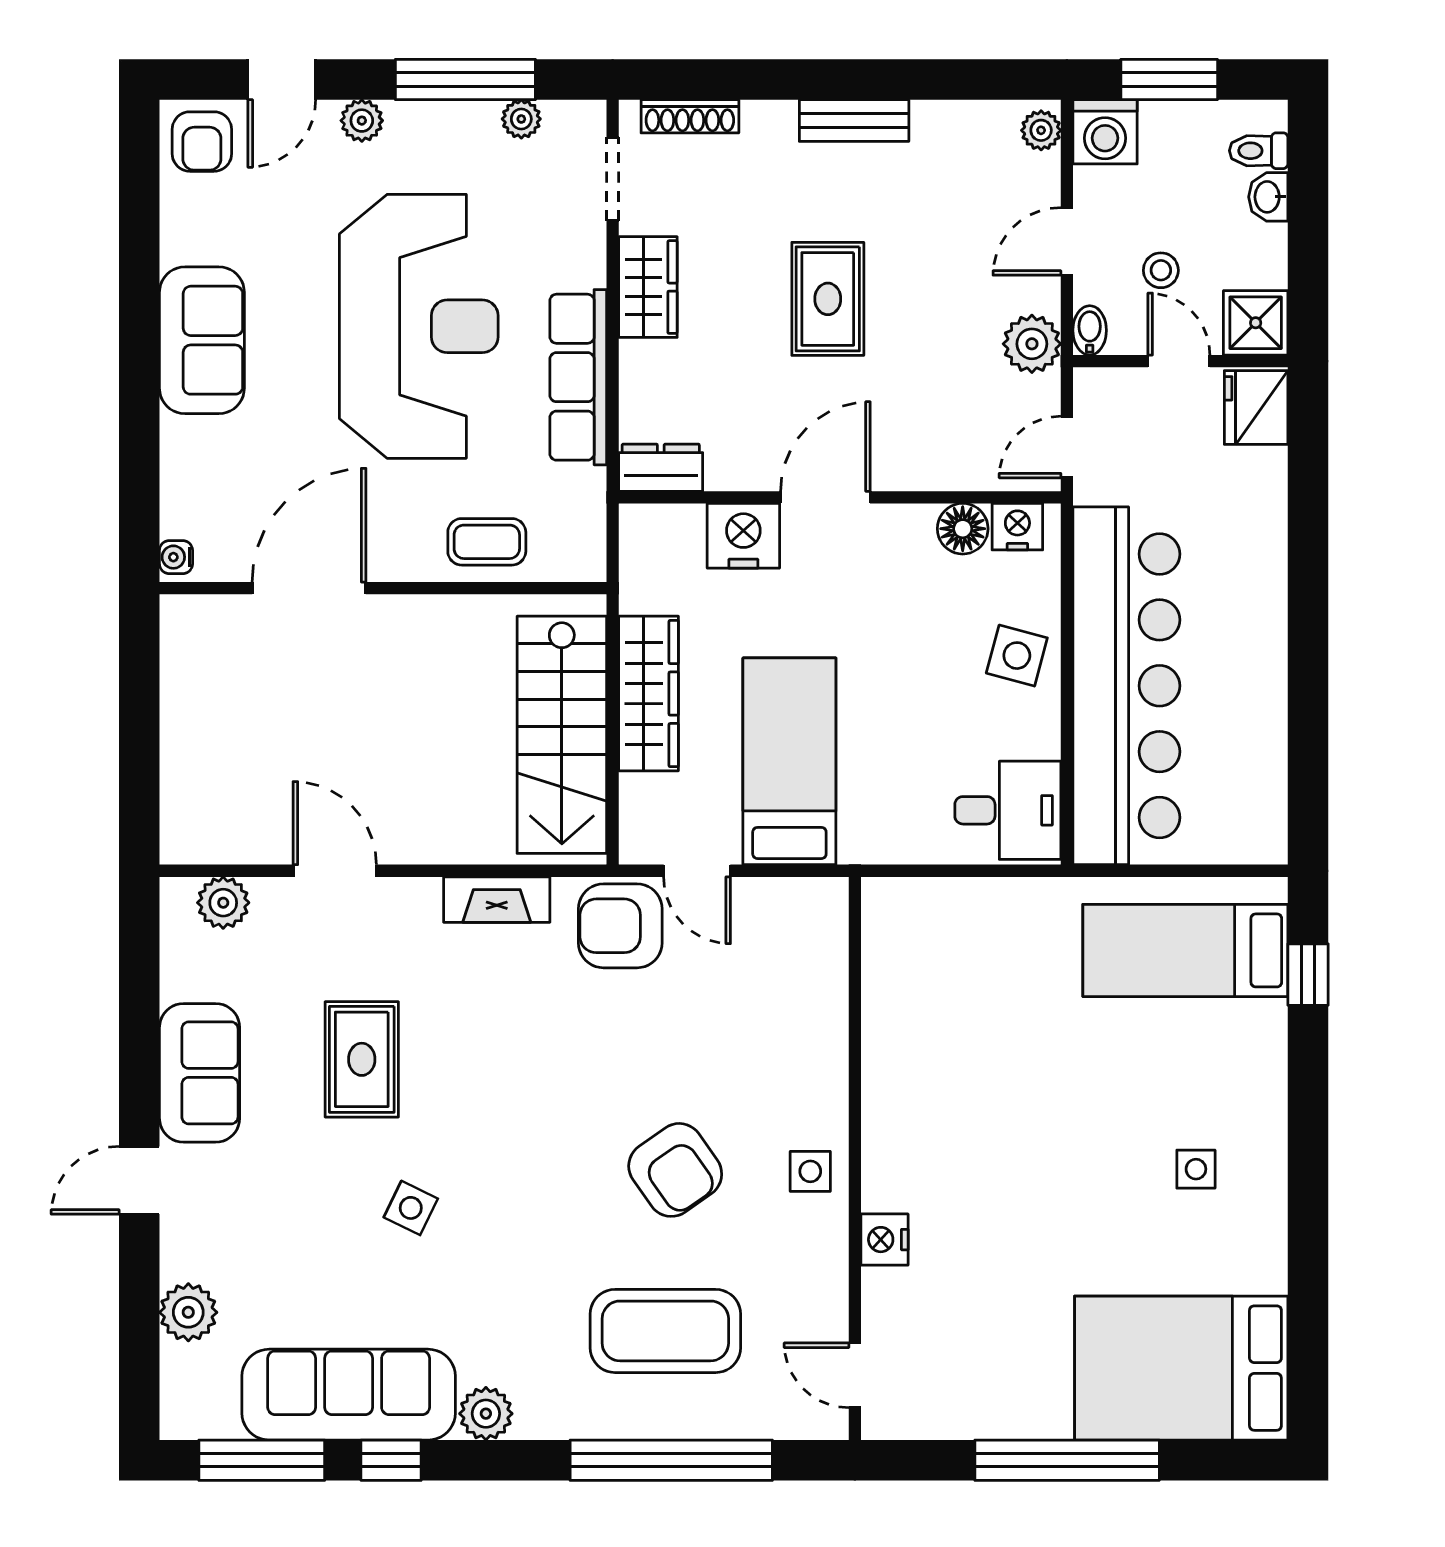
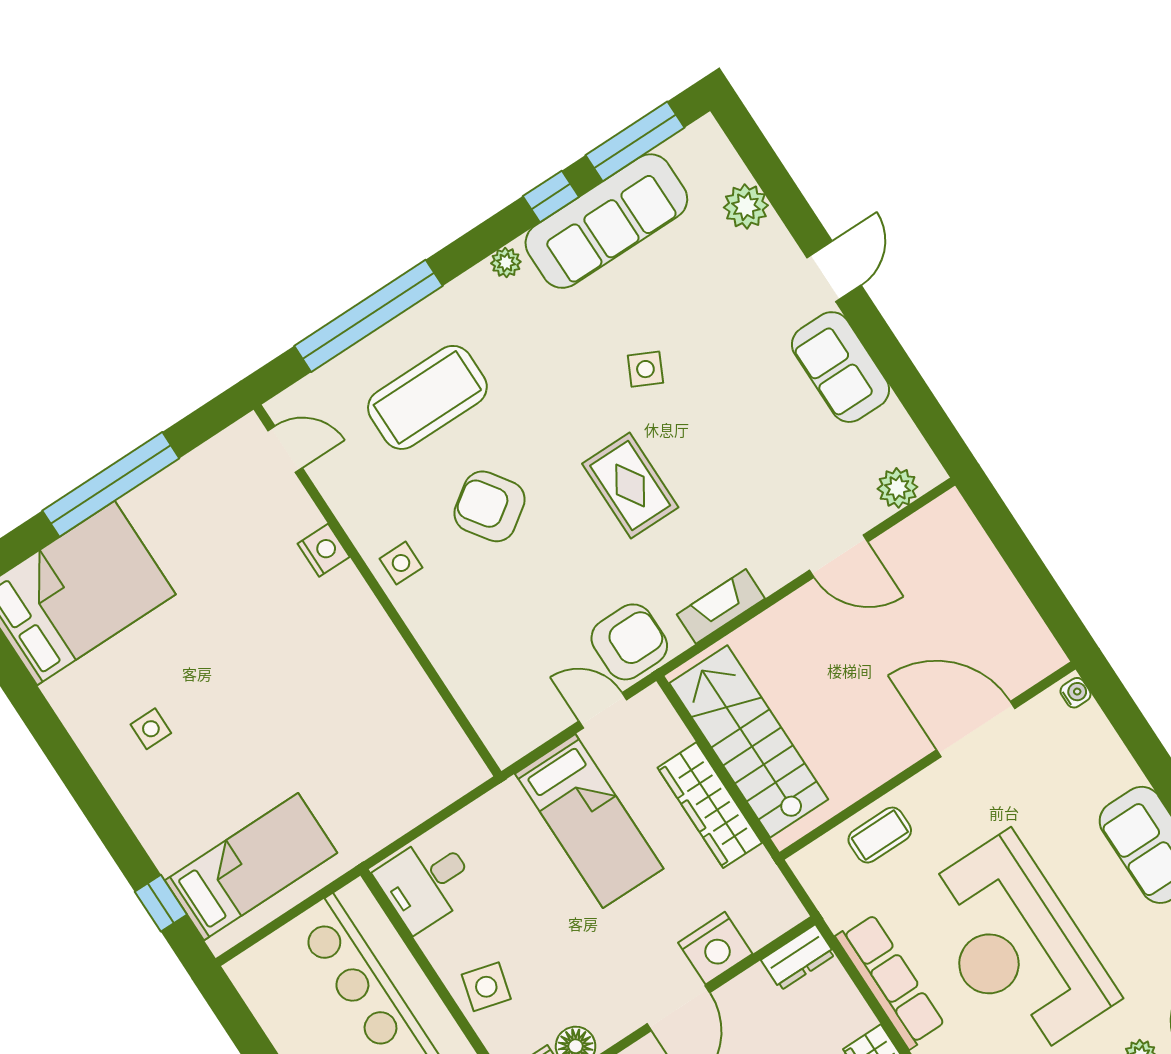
door: (309, 588) -> (976, 729), swing flipped
rug: (362, 1059) -> (630, 486), moved
plant: (486, 1414) -> (506, 263), width x0.73, depth x0.73

